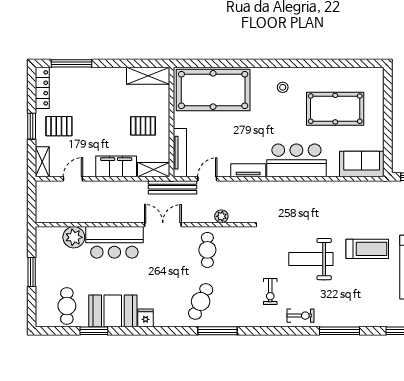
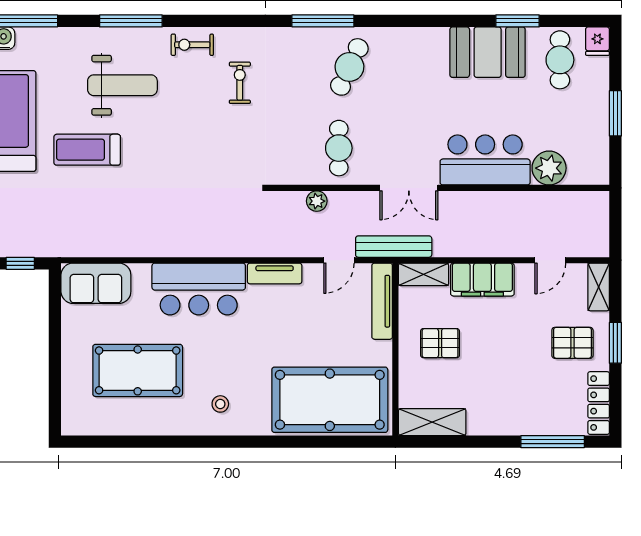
weight bench: (311, 259) -> (122, 85), moved
fridge: (146, 318) -> (597, 41), moved

